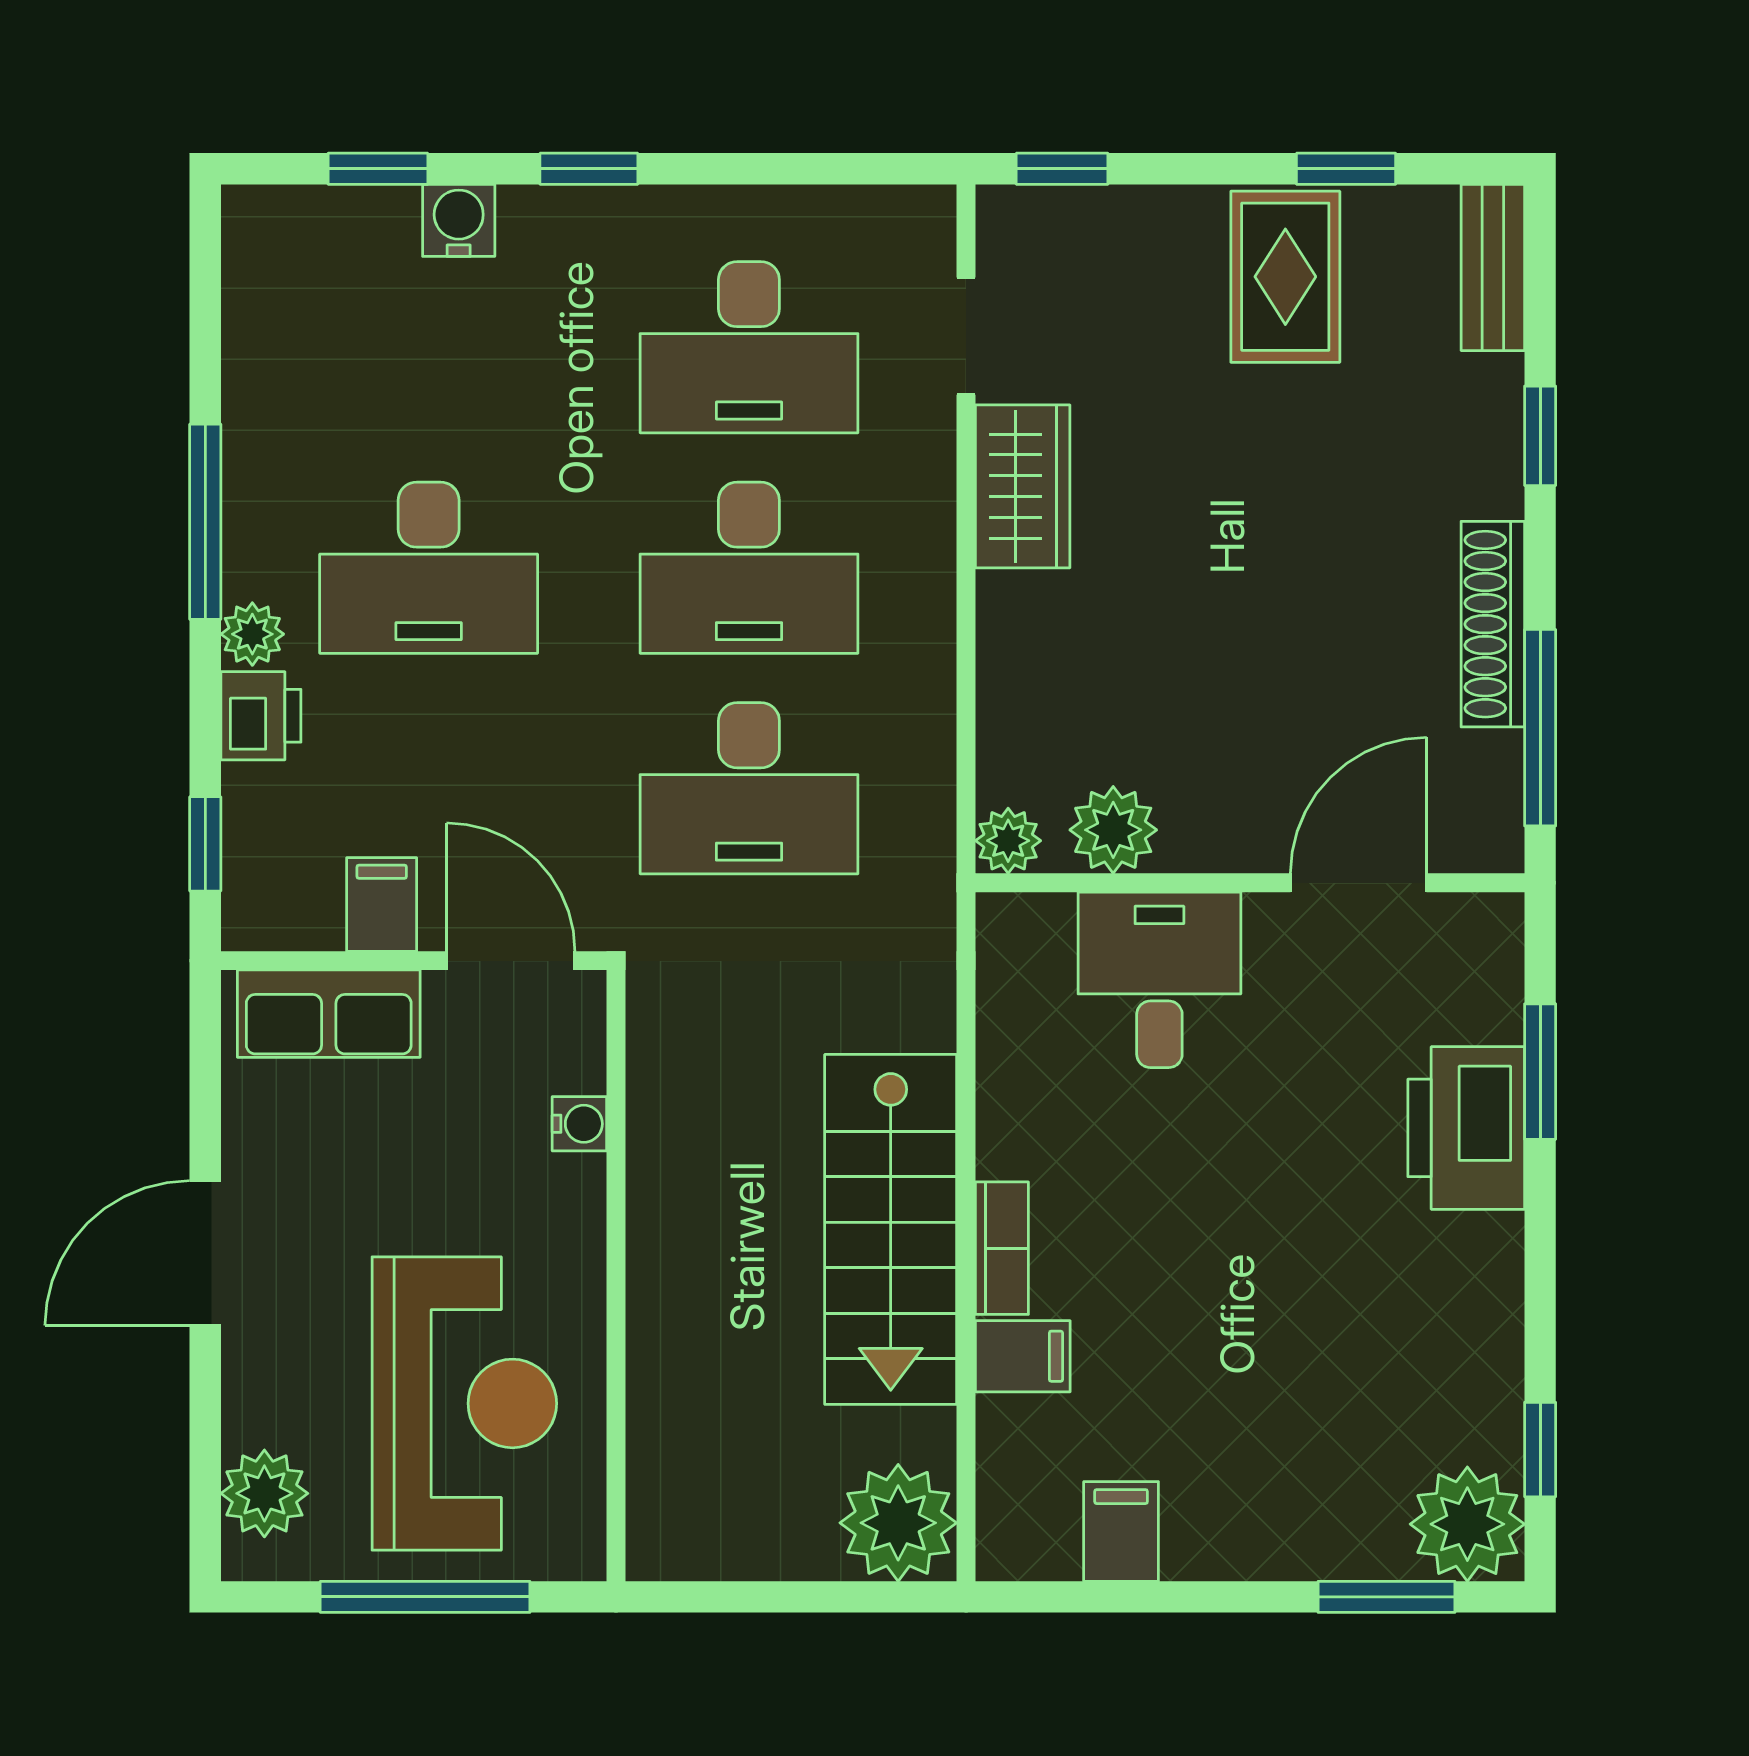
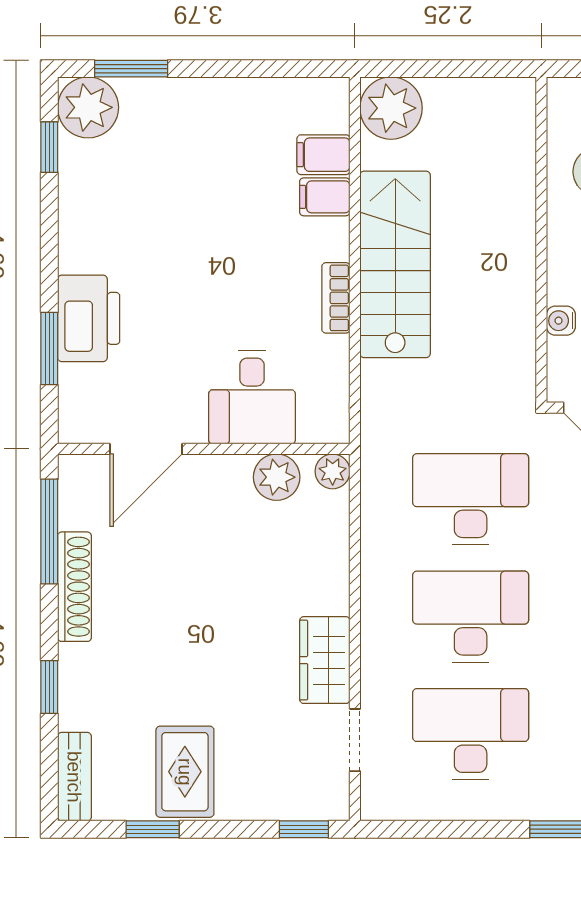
bookcase: (1002, 1248) -> (336, 298), moved
filing cabinet: (1121, 1531) -> (323, 155), moved, turned 90

